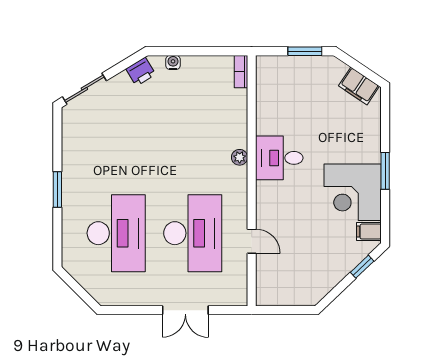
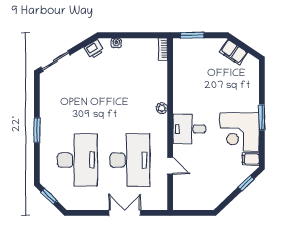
window: (305, 51) -> (192, 35), moved
filing cabinet: (359, 86) -> (233, 52), moved
desk: (279, 158) -> (189, 129), moved
window: (75, 286) -> (49, 197), added
double door: (185, 310) -> (125, 213), swing flipped

